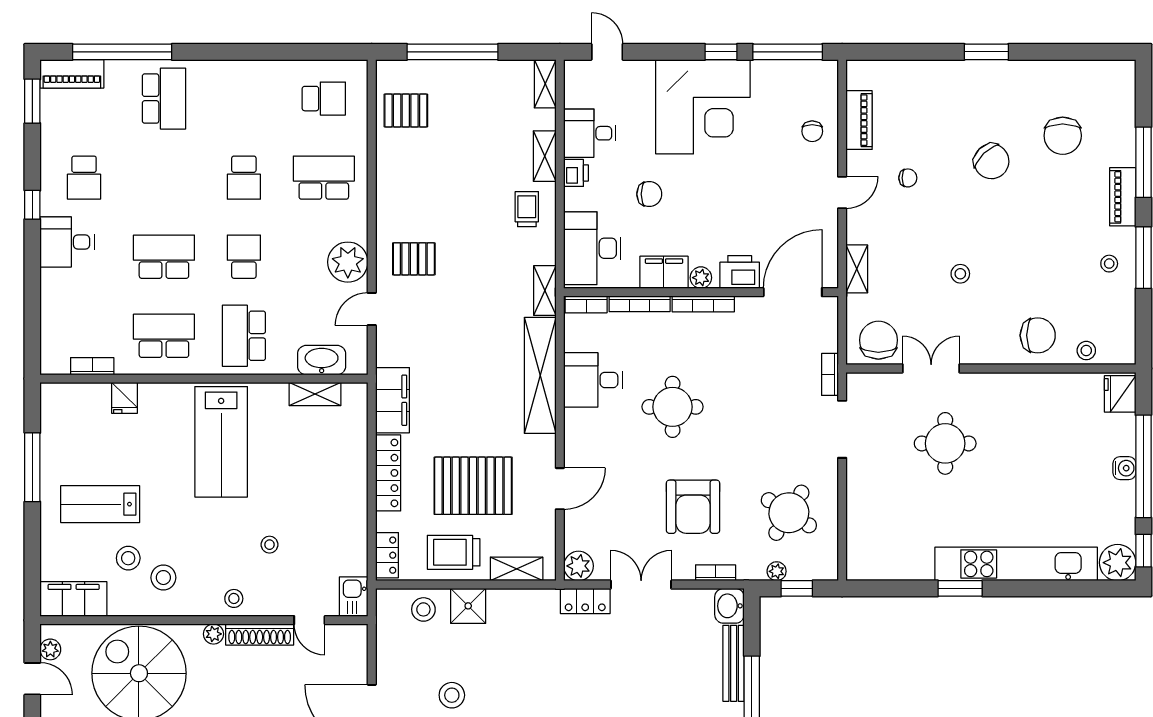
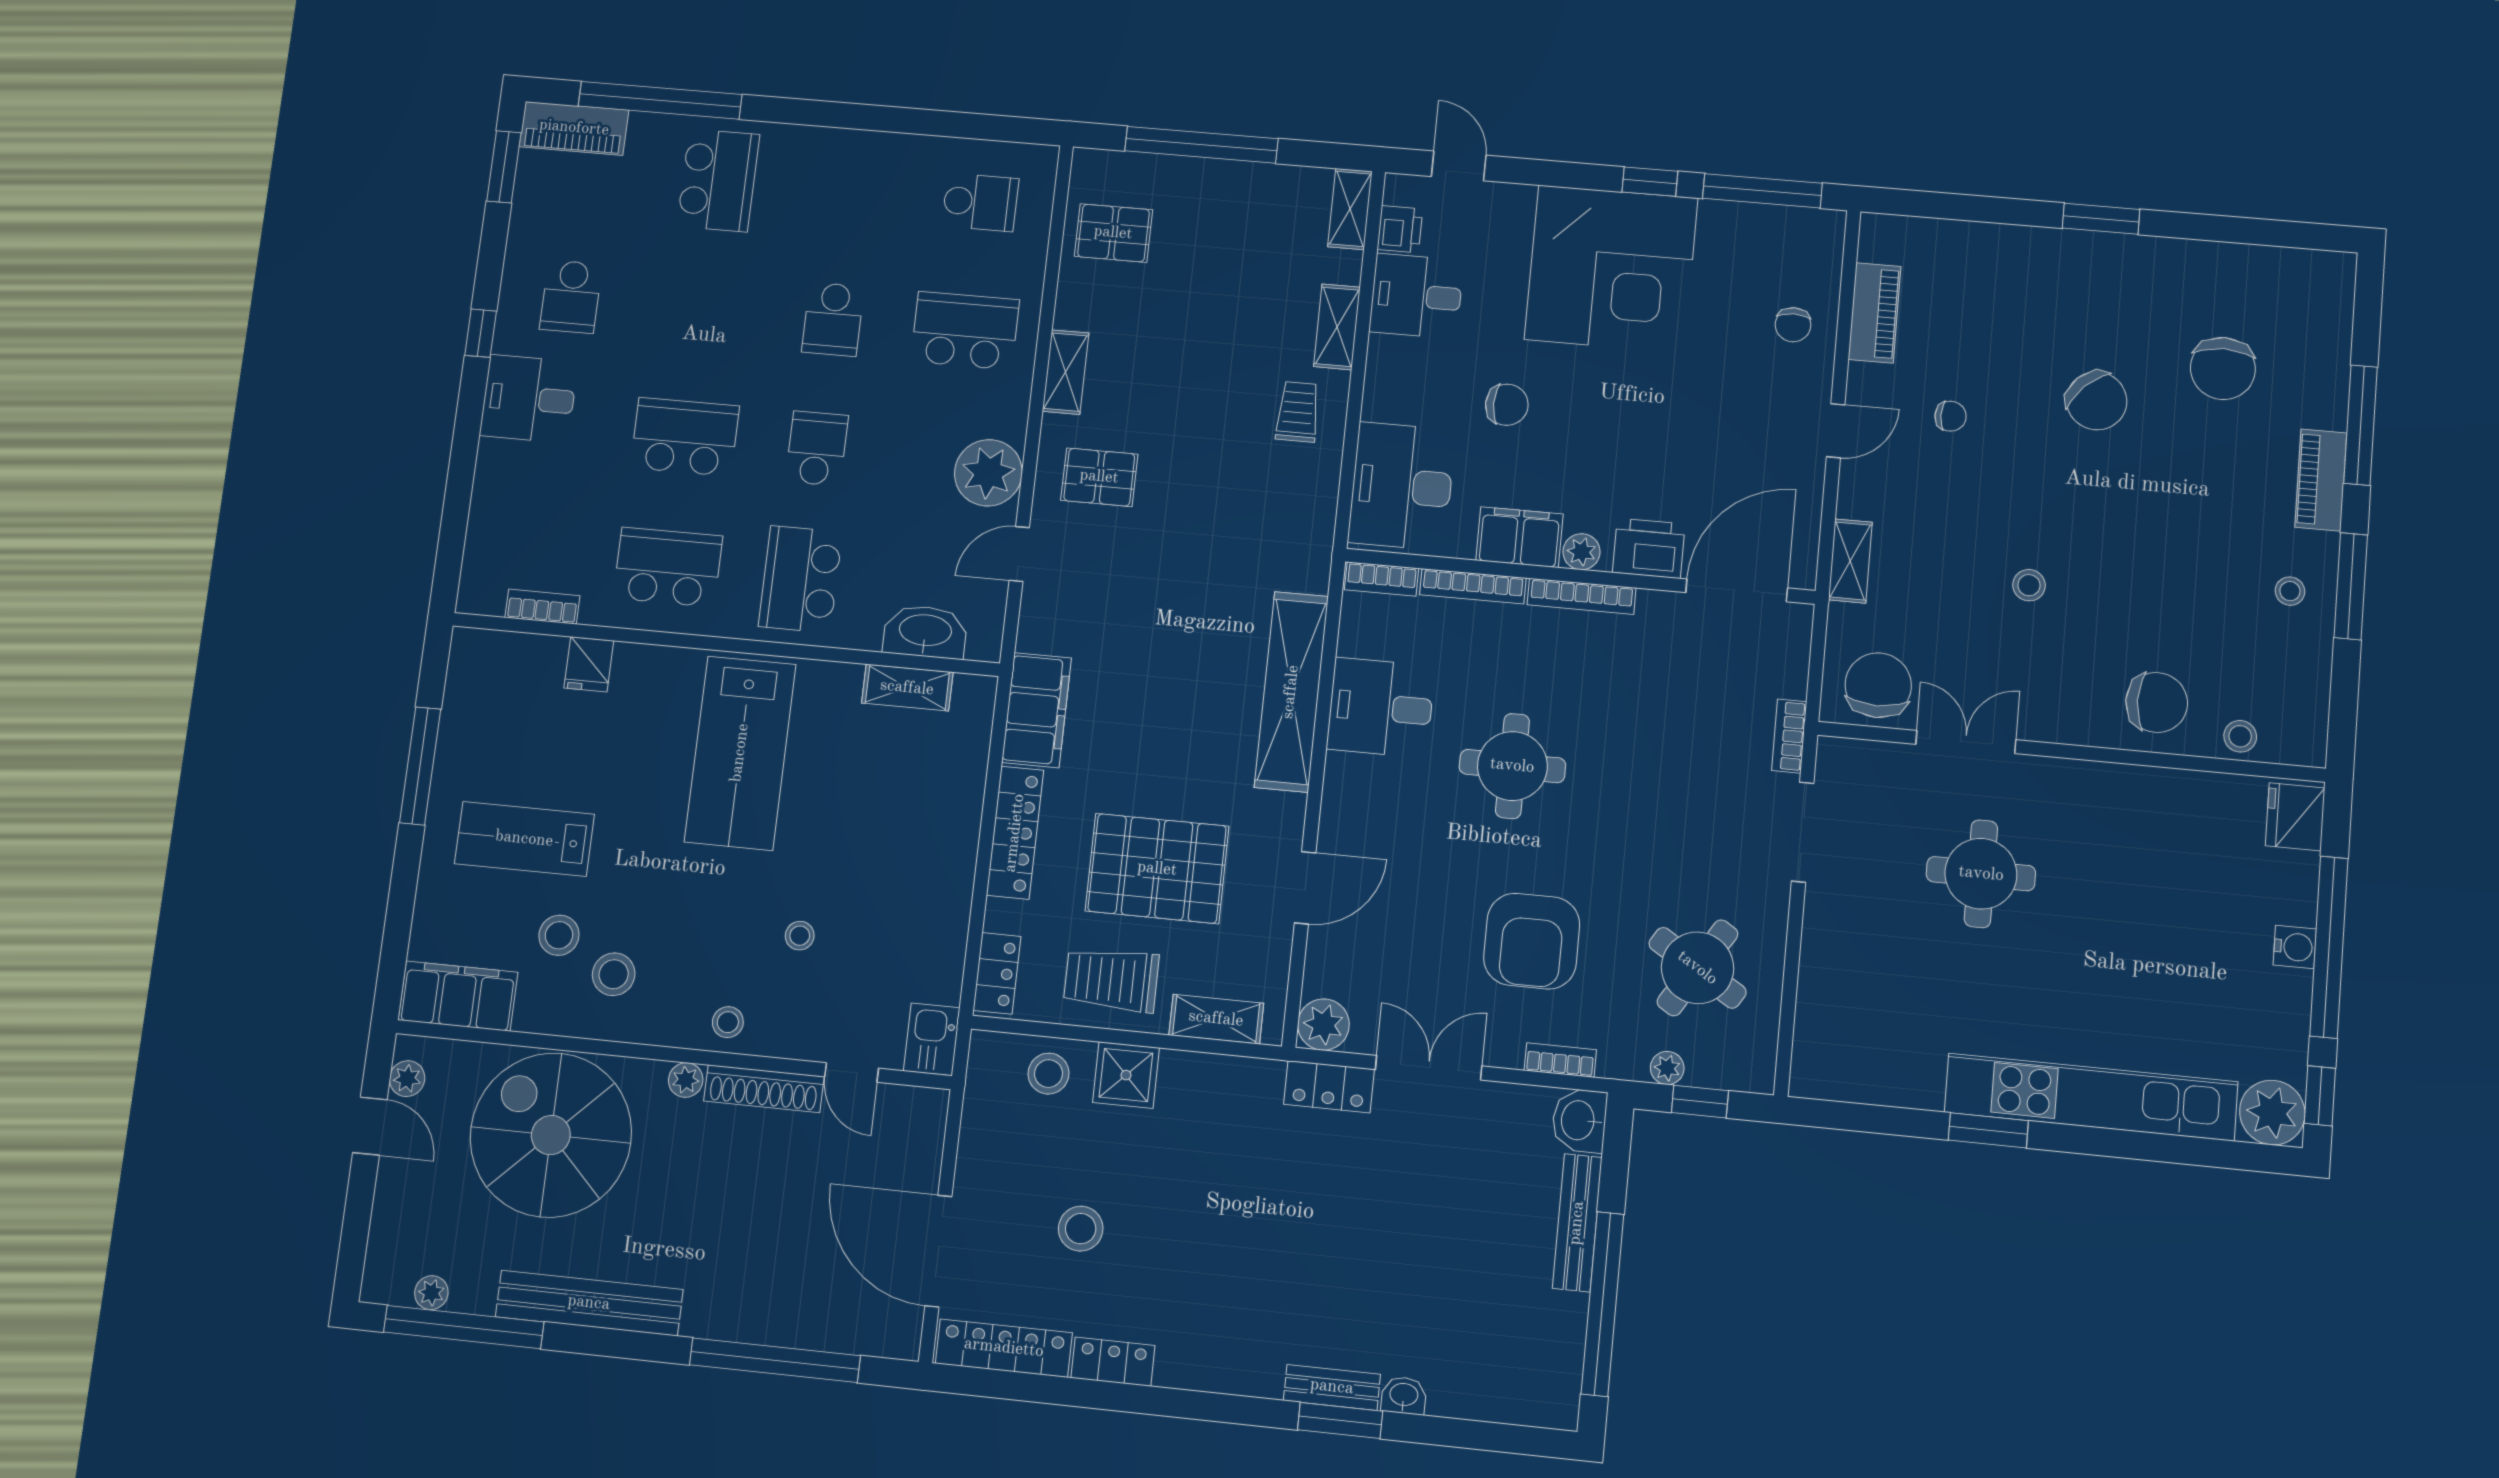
printer: (576, 173) -> (1400, 229), moved
shelving: (545, 291) -> (1066, 372), moved

